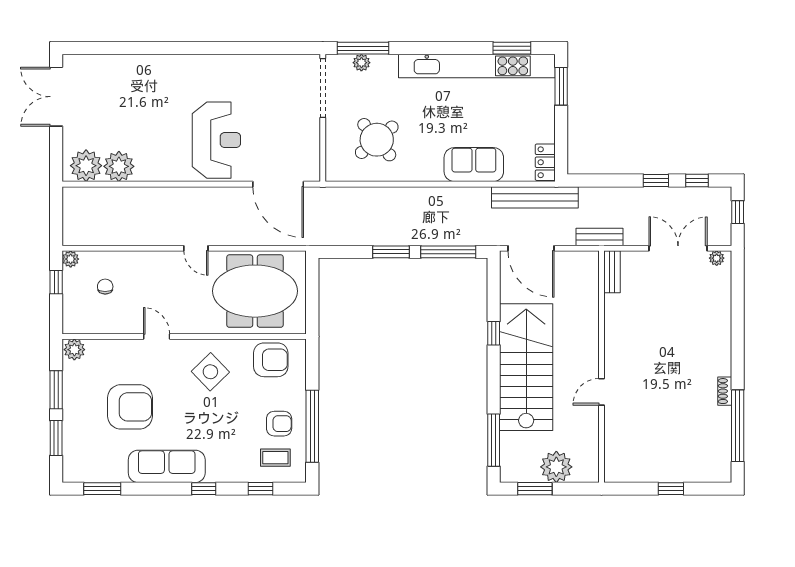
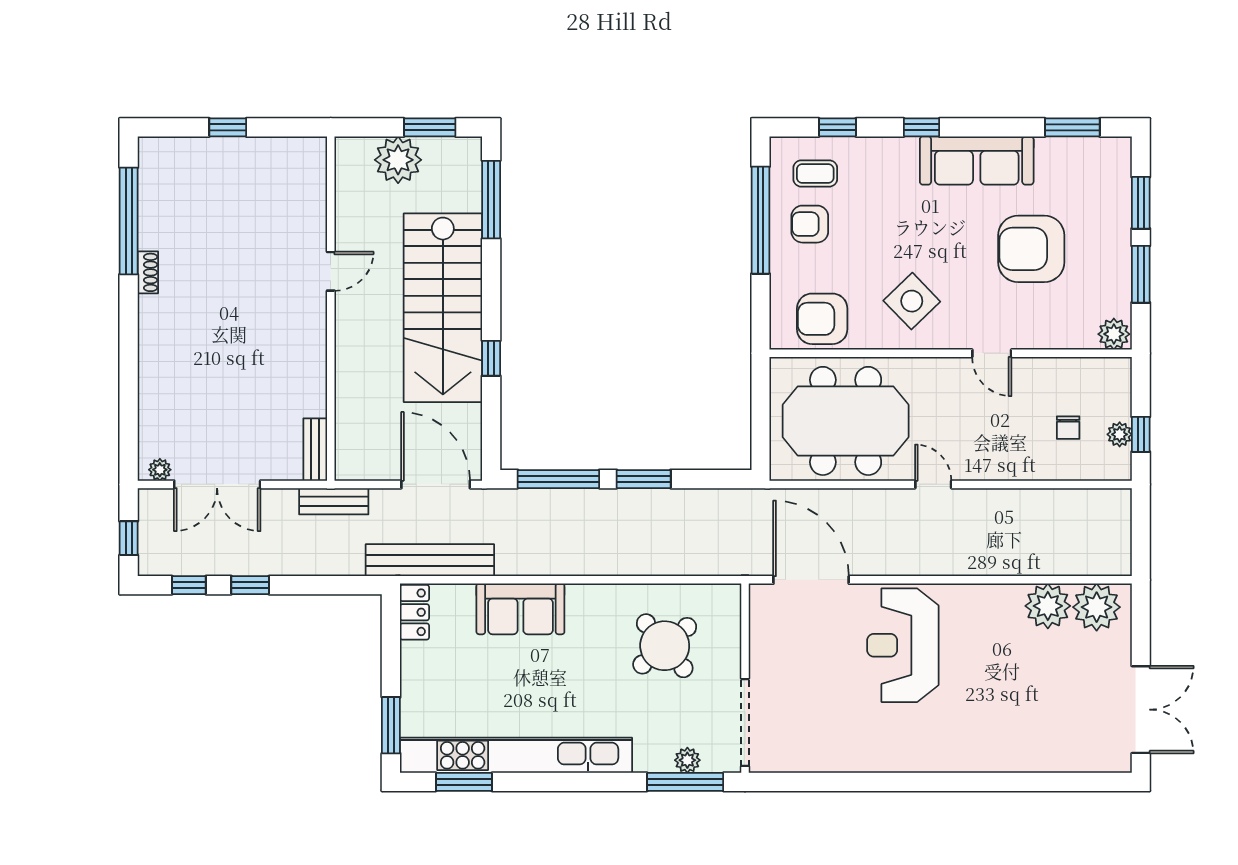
plant: (71, 259) -> (1120, 434), moved

